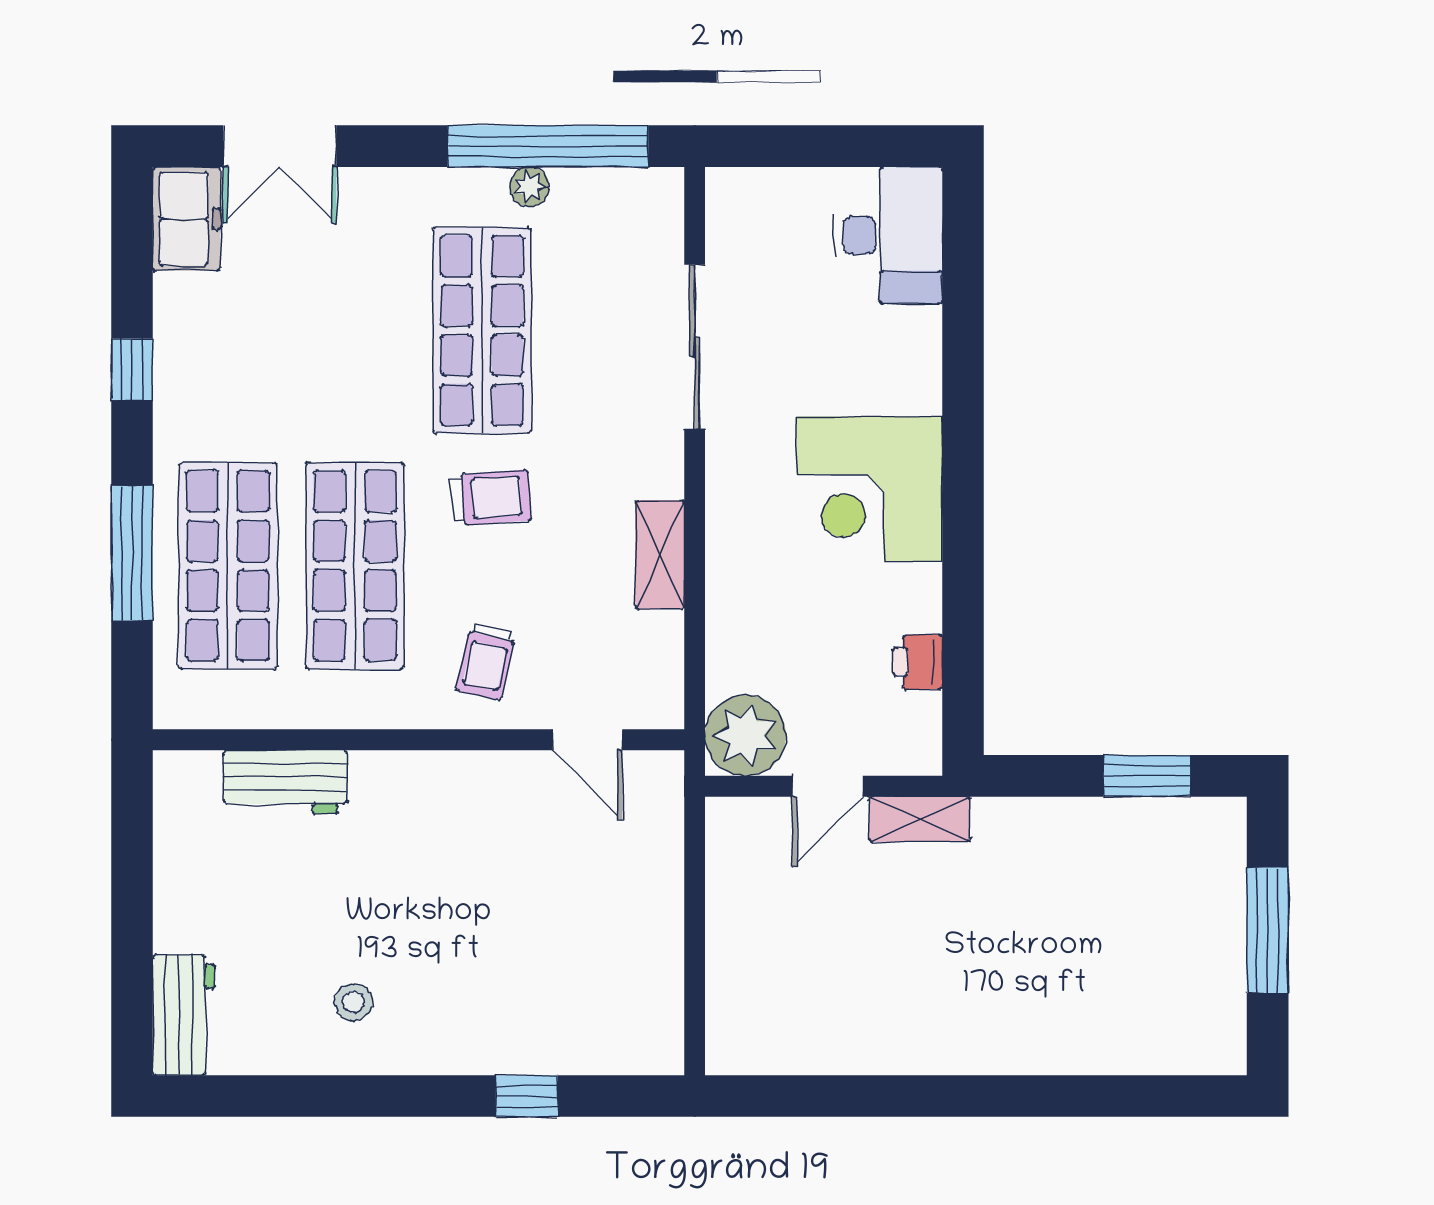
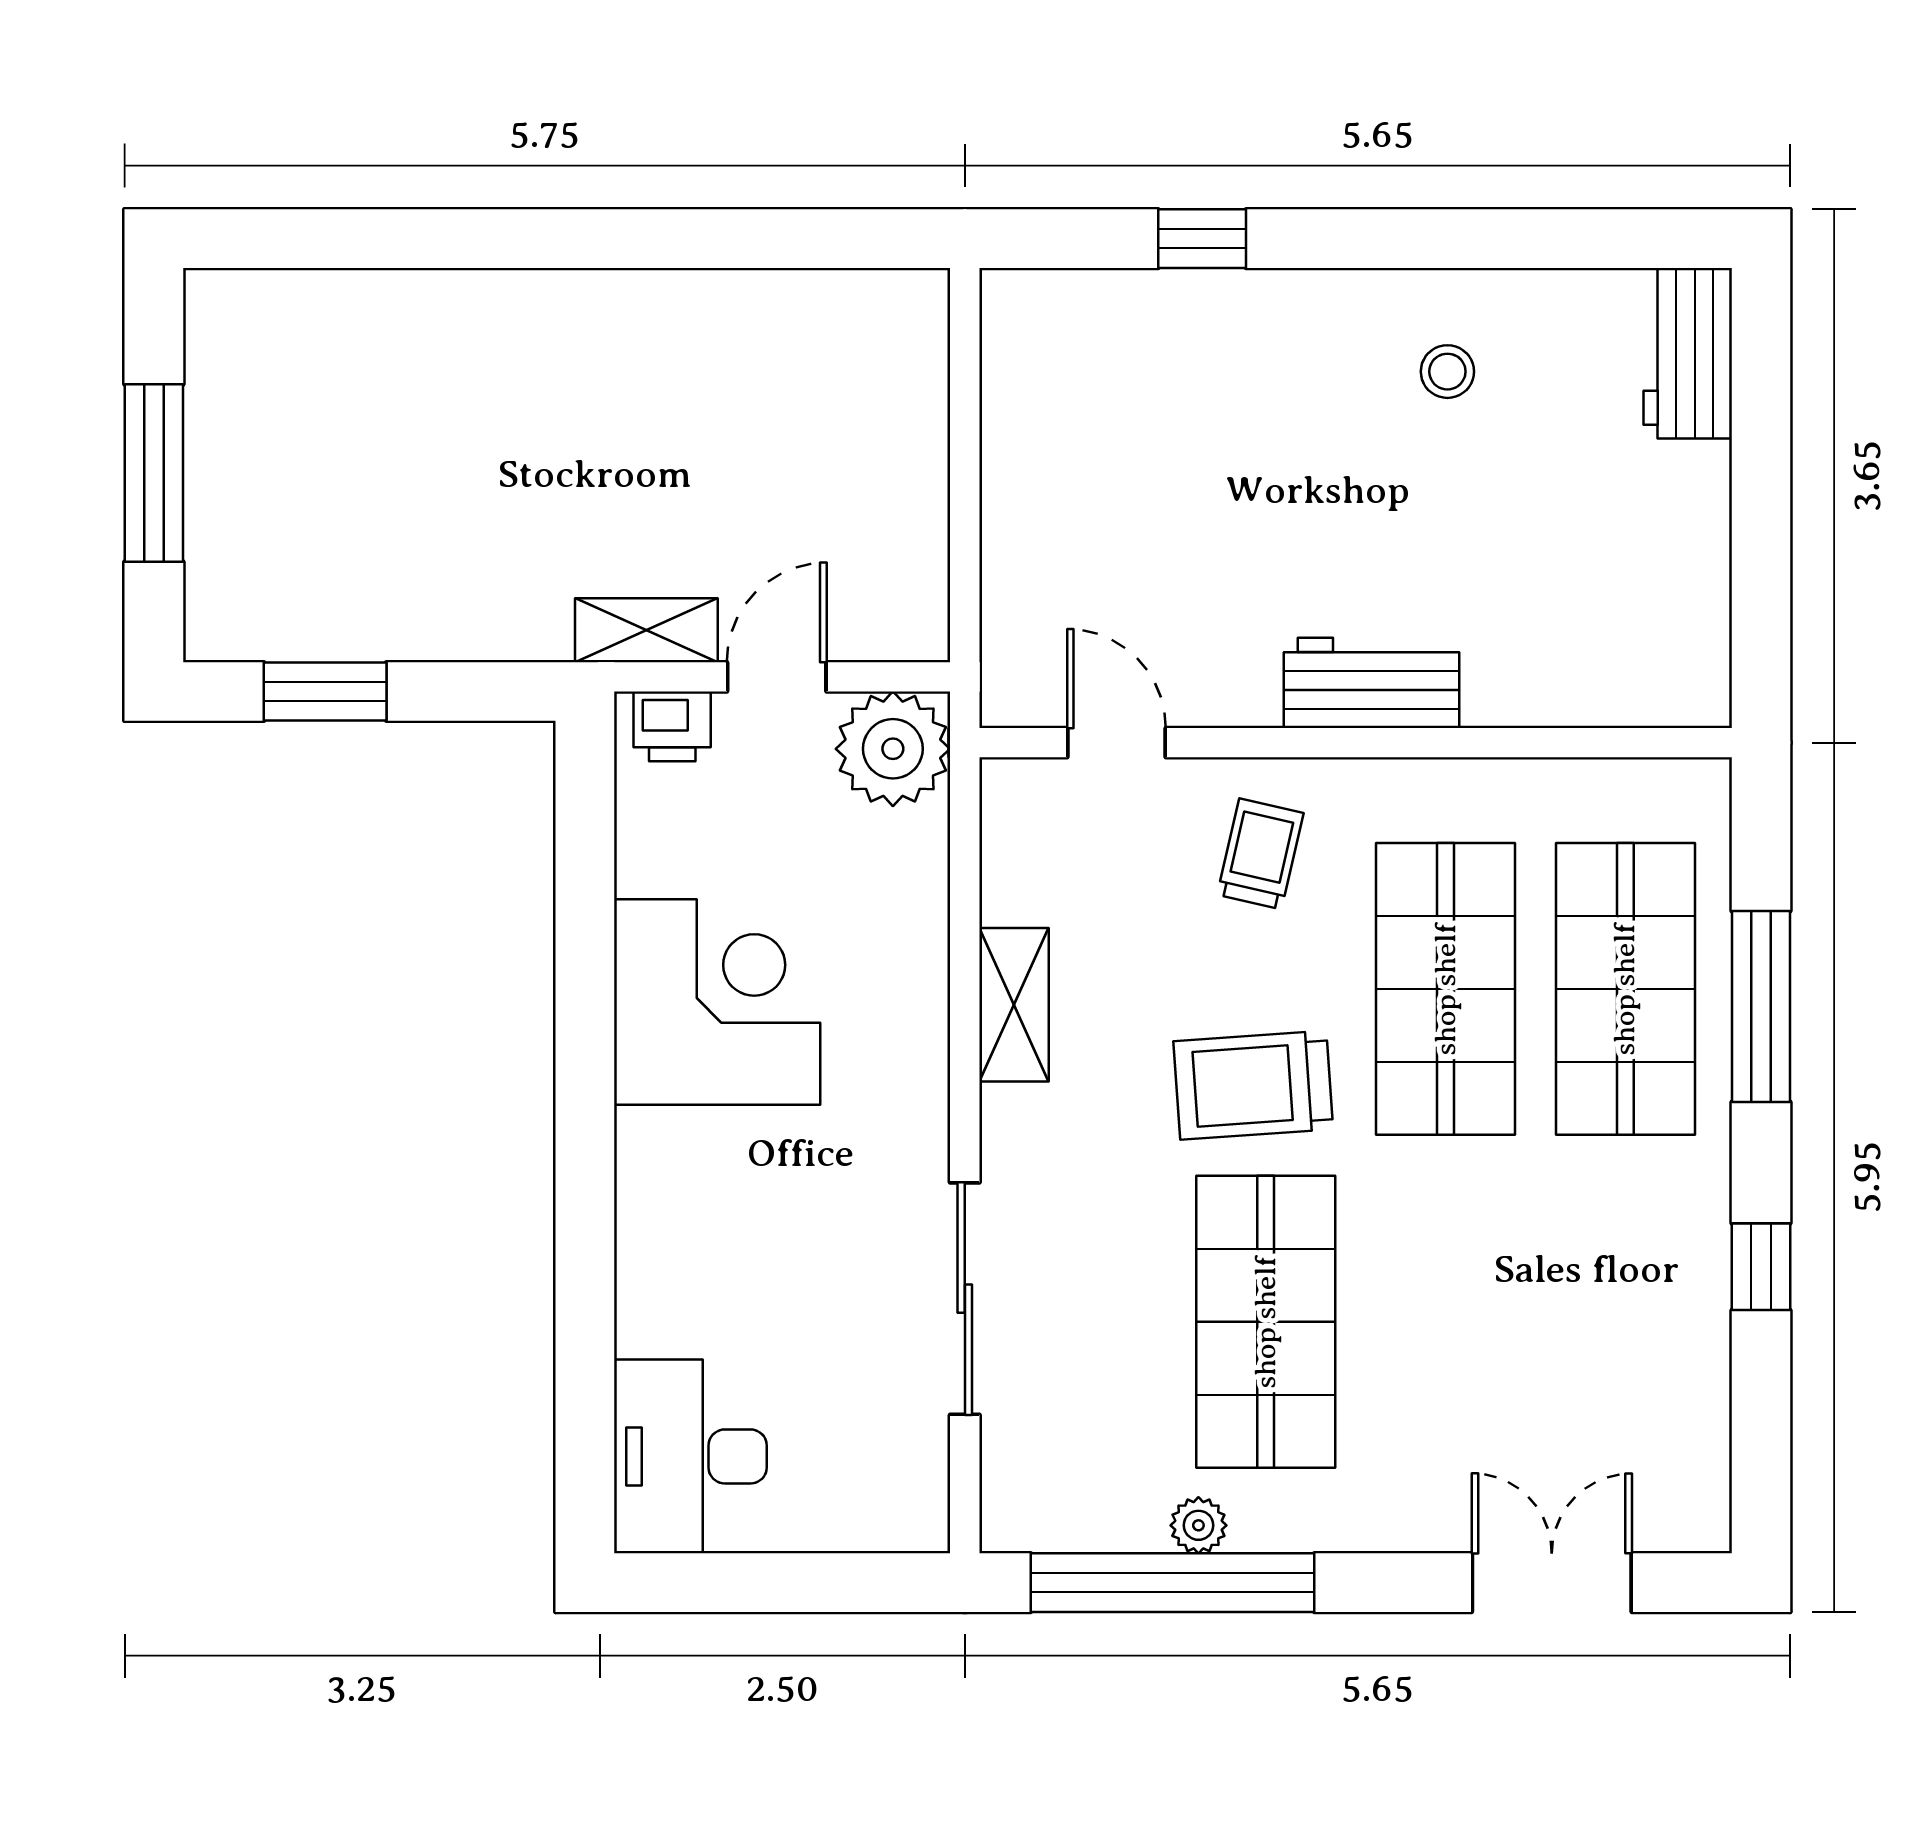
freezer: (186, 219) -> (1684, 1480), removed
corner desk: (870, 489) -> (717, 1002), moved
trolley: (491, 498) -> (1253, 1085), width x1.36, depth x1.39
printer: (918, 662) -> (672, 726), moved, turned 90
workbench: (285, 782) -> (1372, 683), moved

